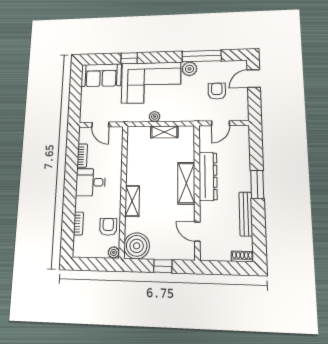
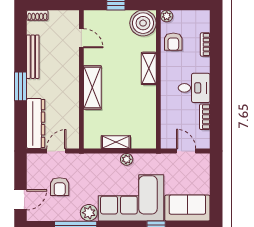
dresser: (208, 176) -> (36, 123), moved, turned 180

